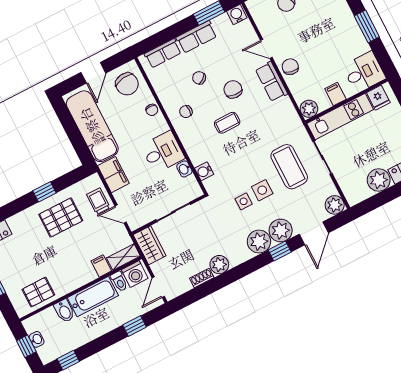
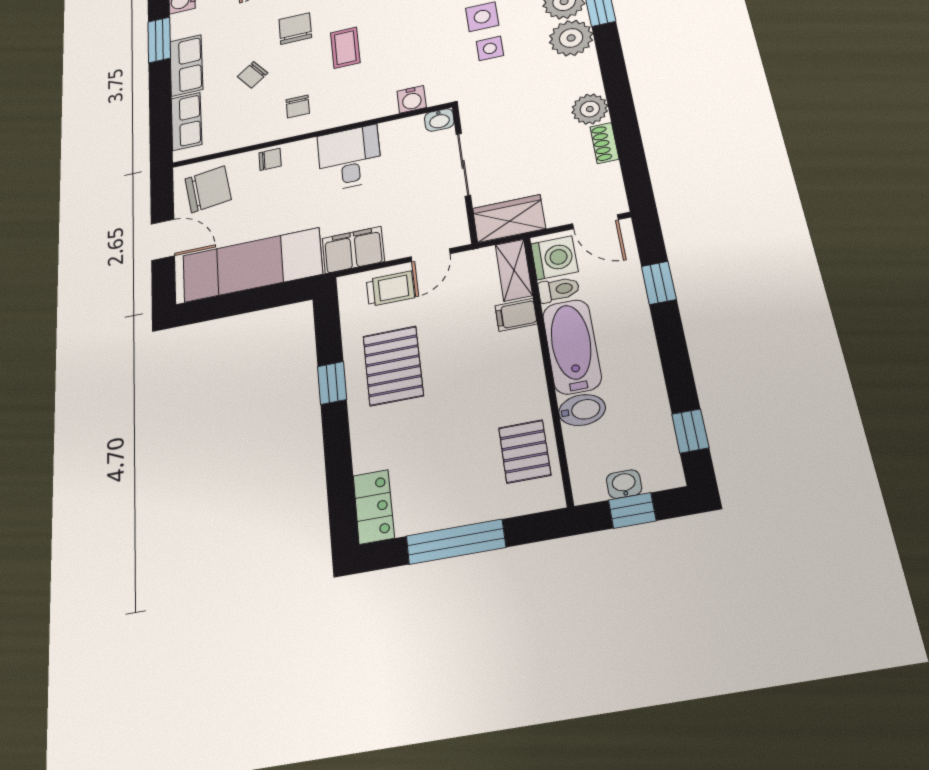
chair: (233, 89) -> (295, 29), turned 85
washbasin: (184, 169) -> (439, 120), moved
trolley: (98, 201) -> (390, 289), turned 180

